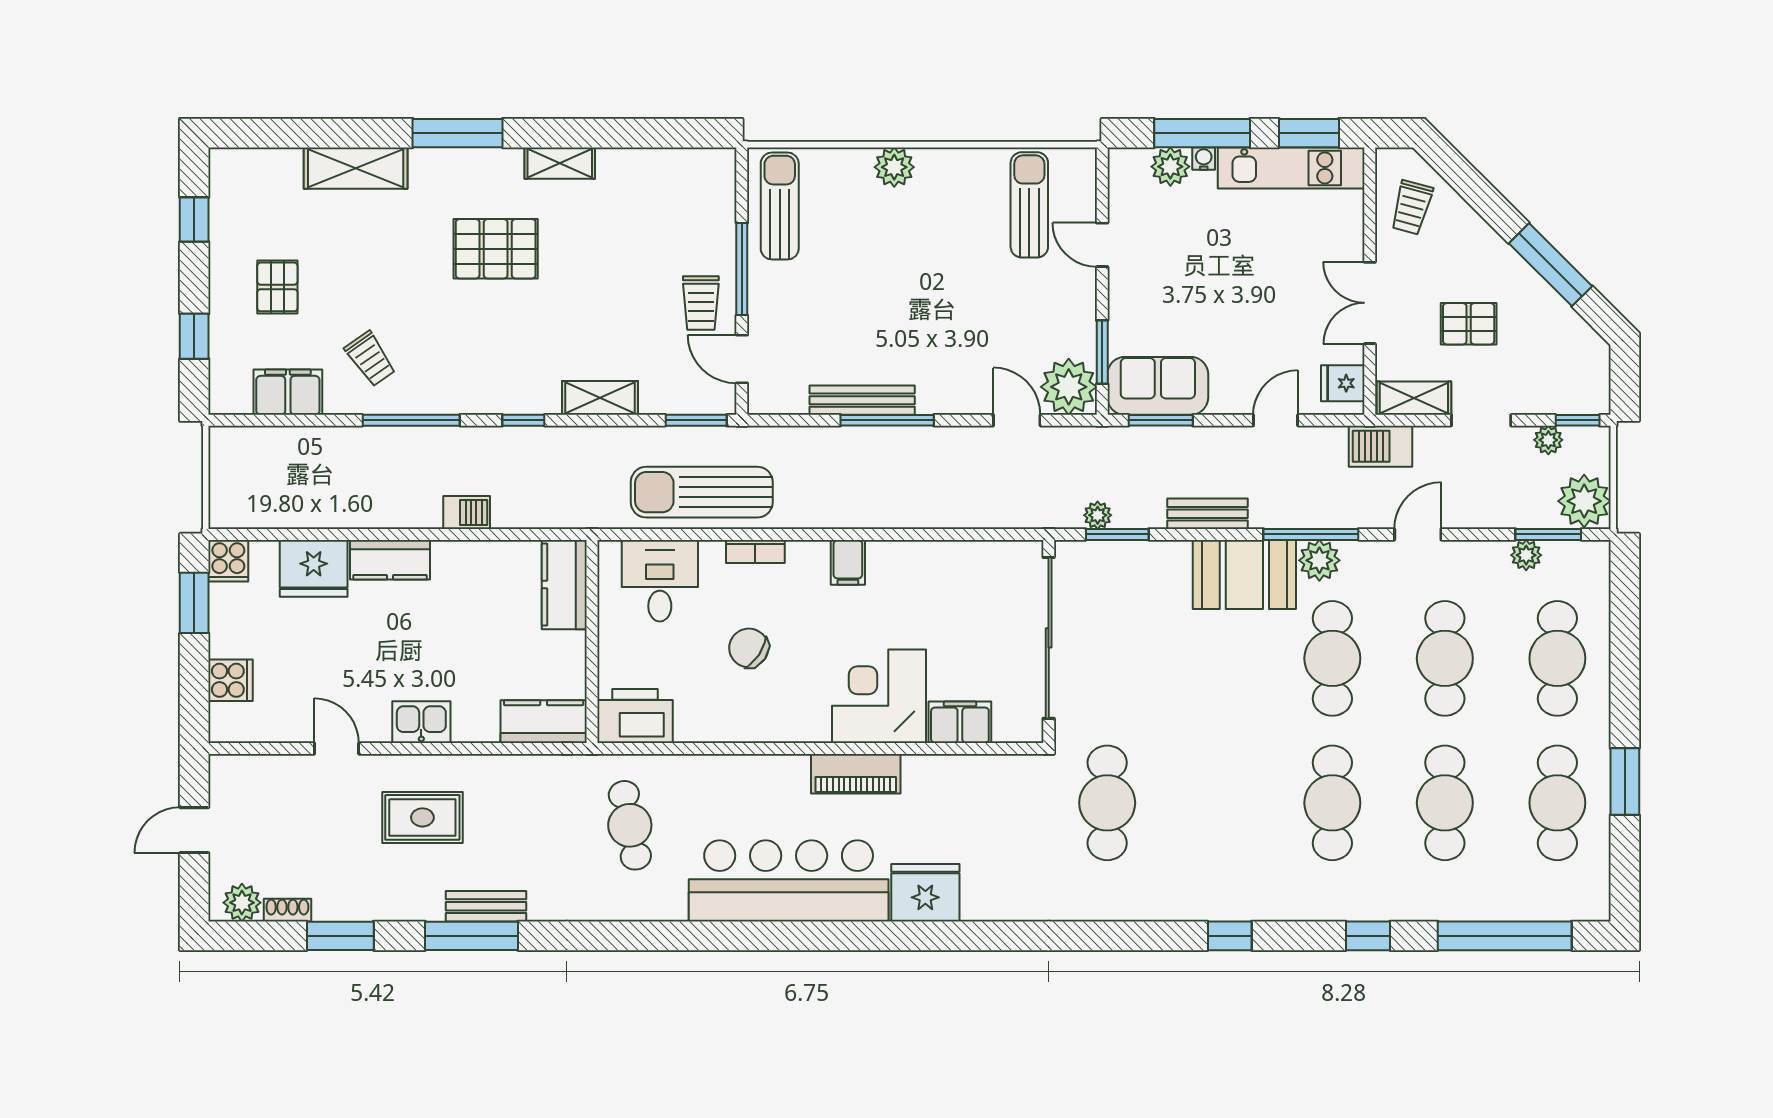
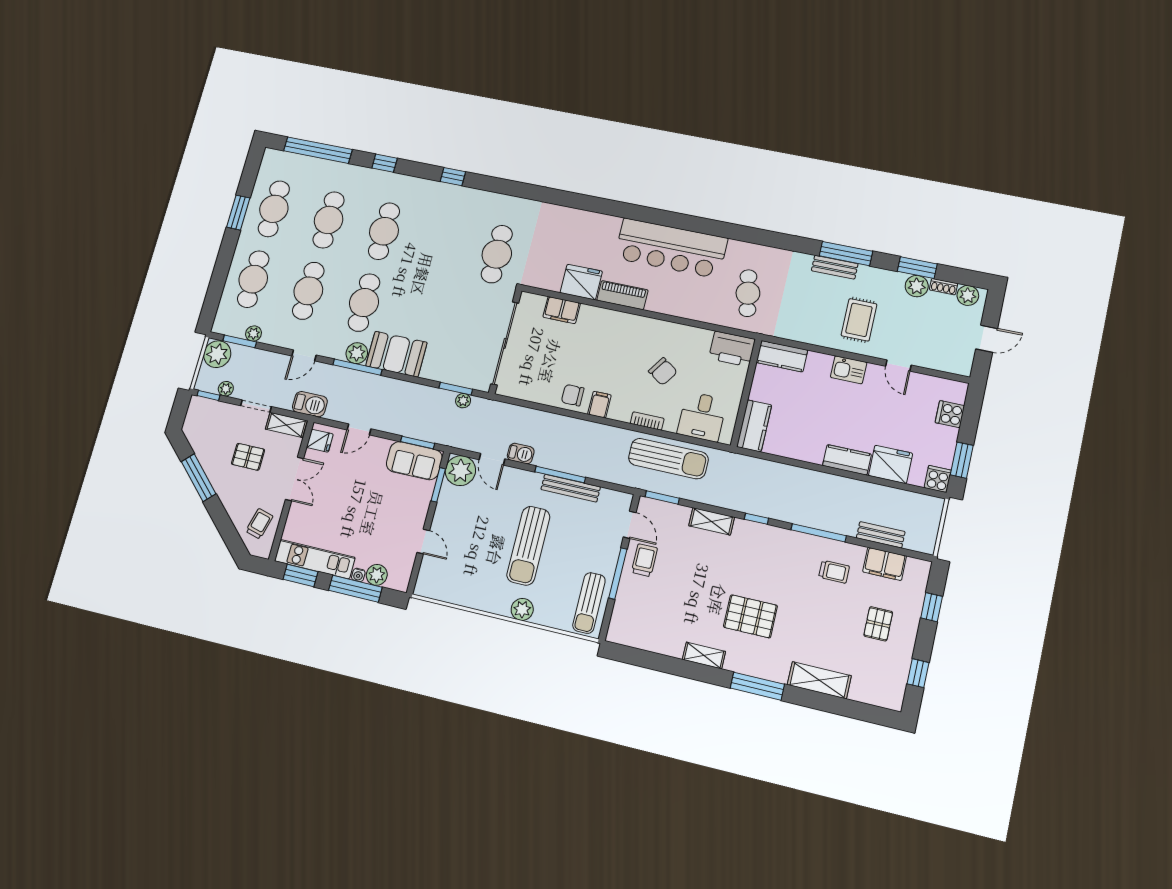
sun lounger: (1029, 205) -> (528, 546), moved, width x1.36, depth x1.34
trolley: (370, 359) -> (834, 572), turned 125
barbecue: (467, 513) -> (521, 454), moved, turned 180
bench: (1208, 514) -> (881, 535), moved
chair: (901, 569) -> (573, 395), added
corner desk: (879, 696) -> (600, 332), removed
rug: (422, 817) -> (859, 320), turned 90
fridge: (925, 893) -> (581, 282), moved, turned 180
plant: (334, 901) -> (917, 286), added

